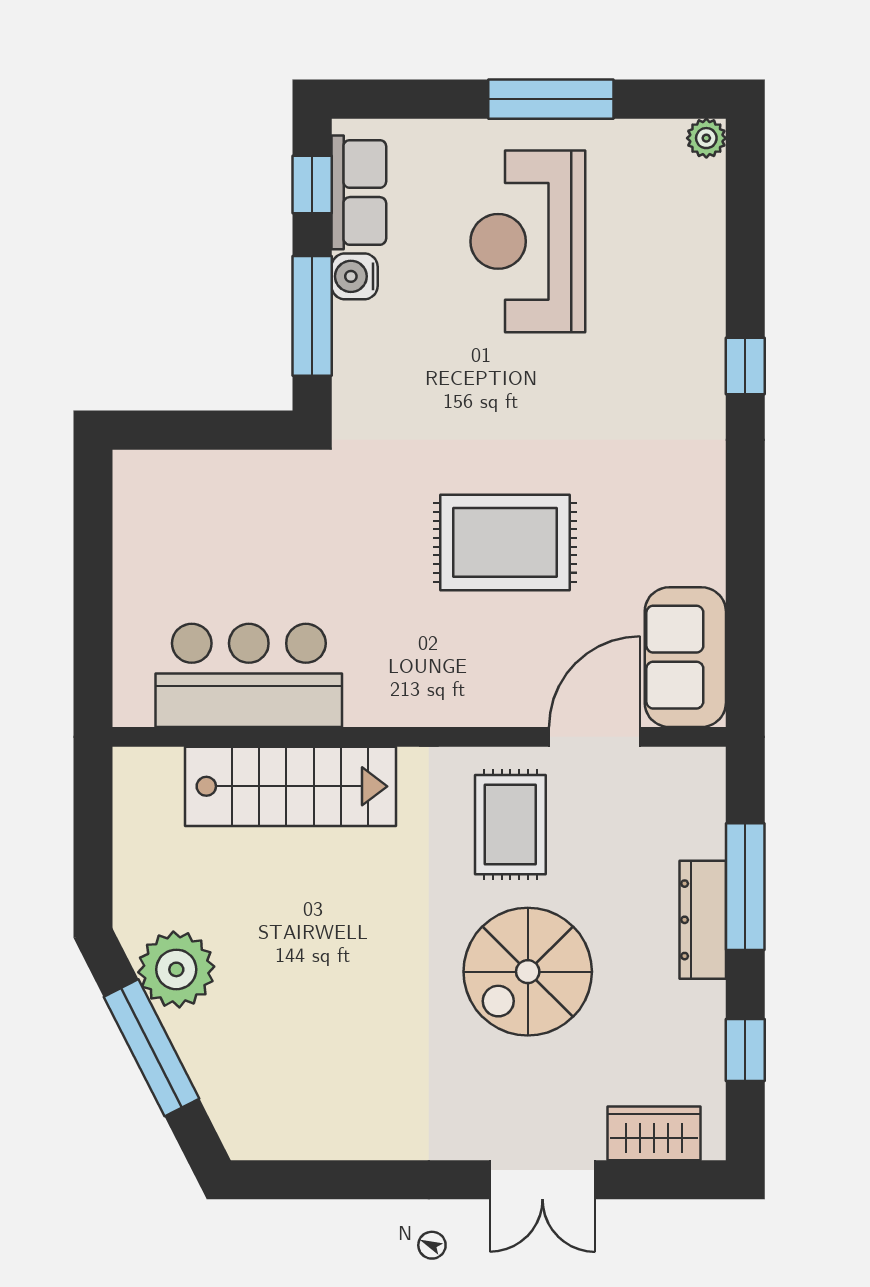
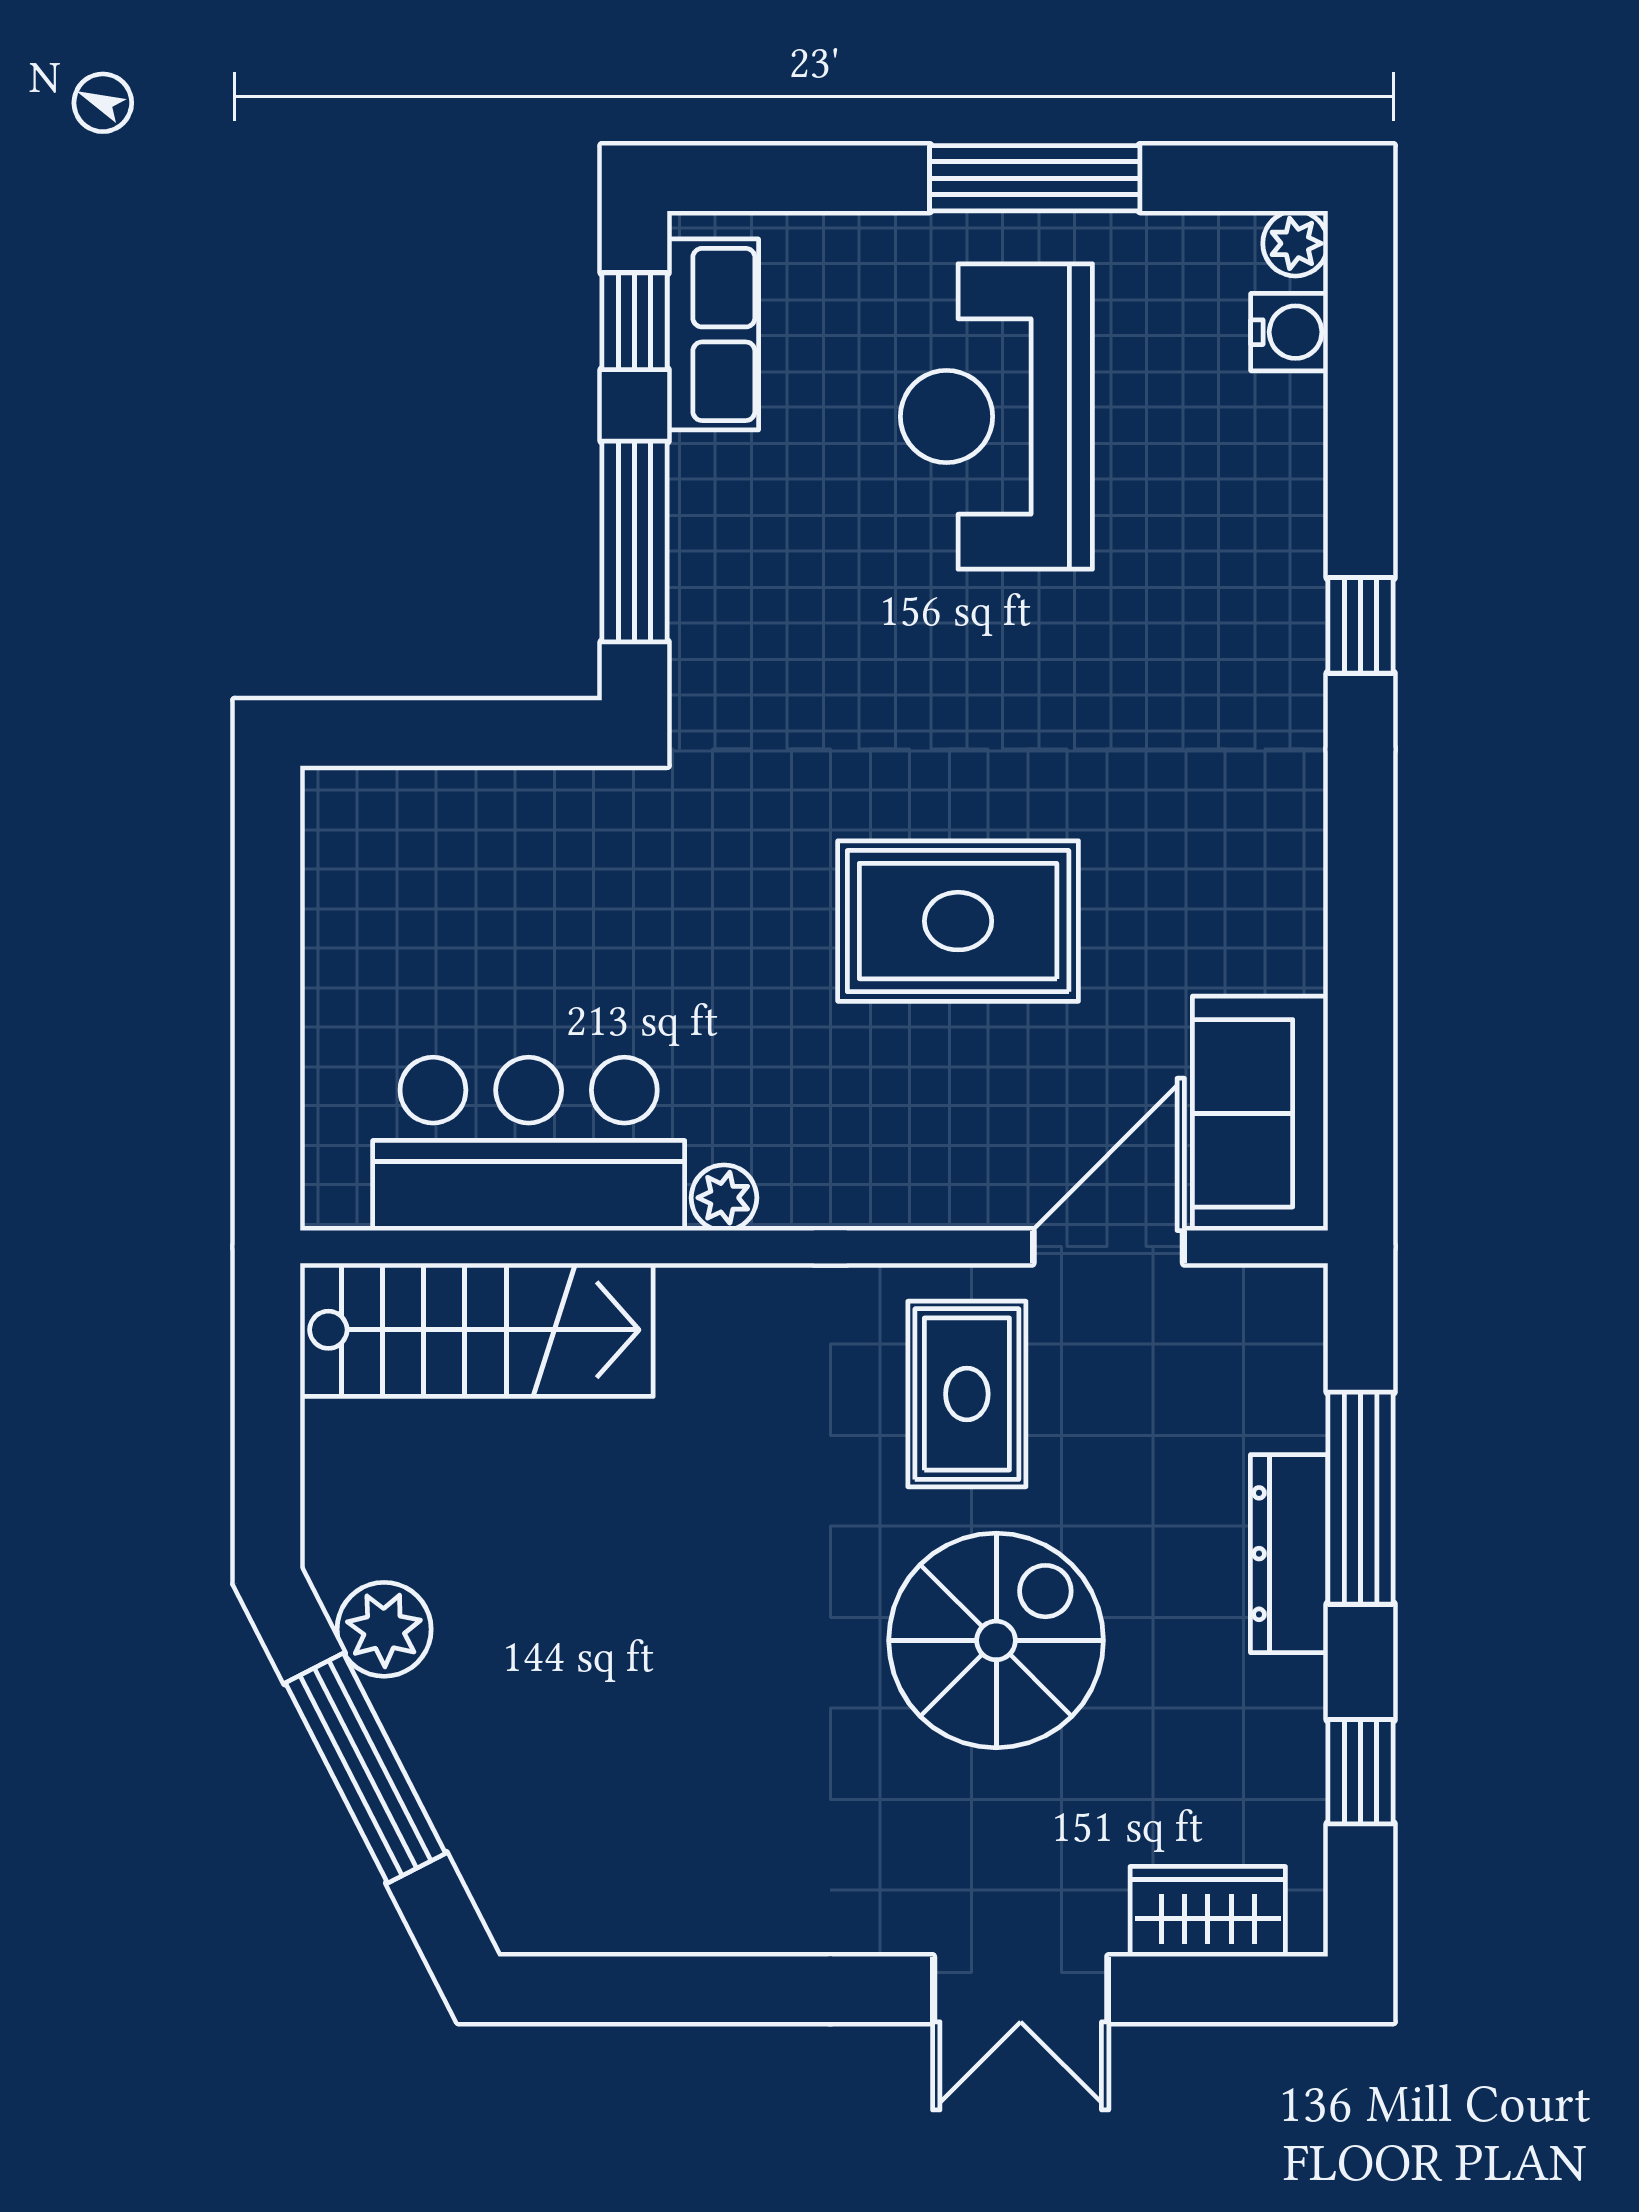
water cooler: (355, 276) -> (1289, 332), moved, turned 180
plant: (365, 707) -> (724, 1198), added
stairs: (291, 786) -> (477, 1330), moved
plant: (176, 969) -> (384, 1629), width x0.73, depth x0.73
spiral stairs: (528, 972) -> (996, 1640), turned 180

